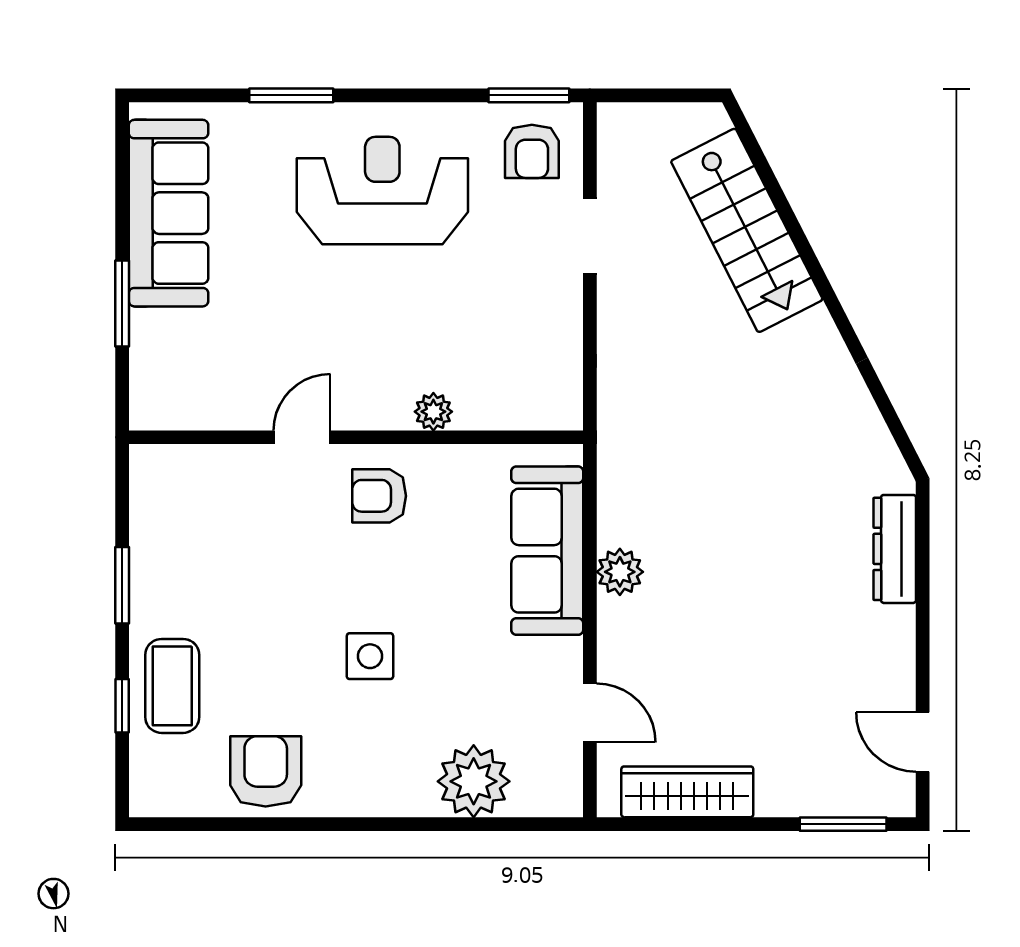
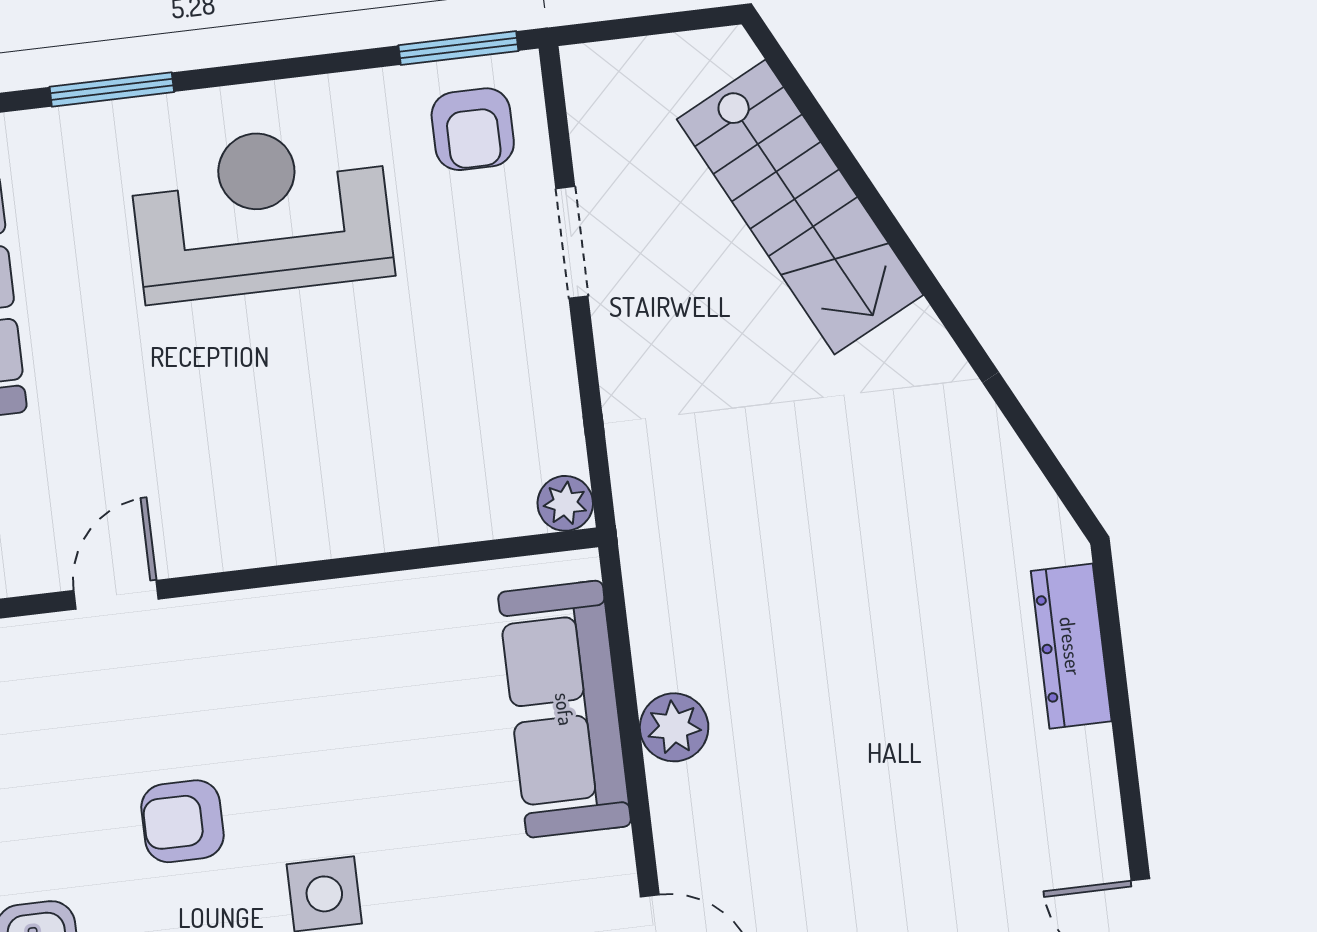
plant: (433, 412) -> (565, 503), moved
door: (302, 437) -> (116, 595), moved
armchair: (379, 496) -> (183, 821), moved

